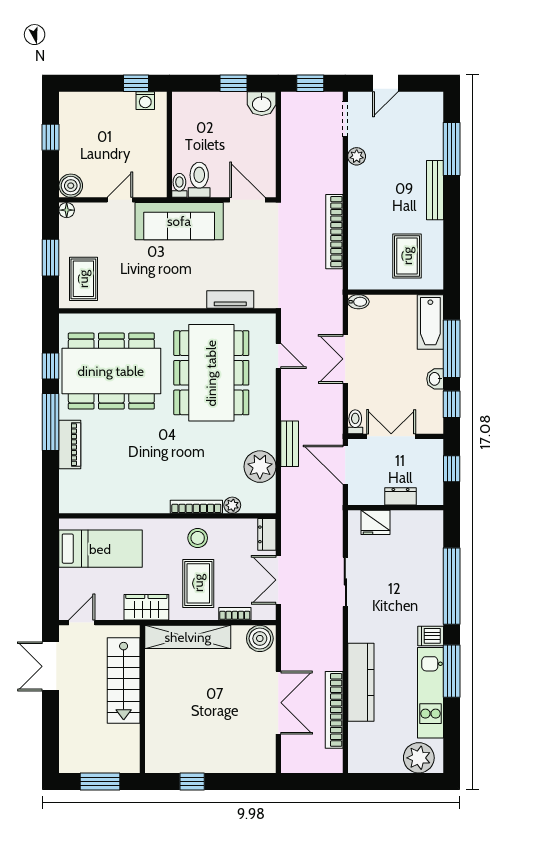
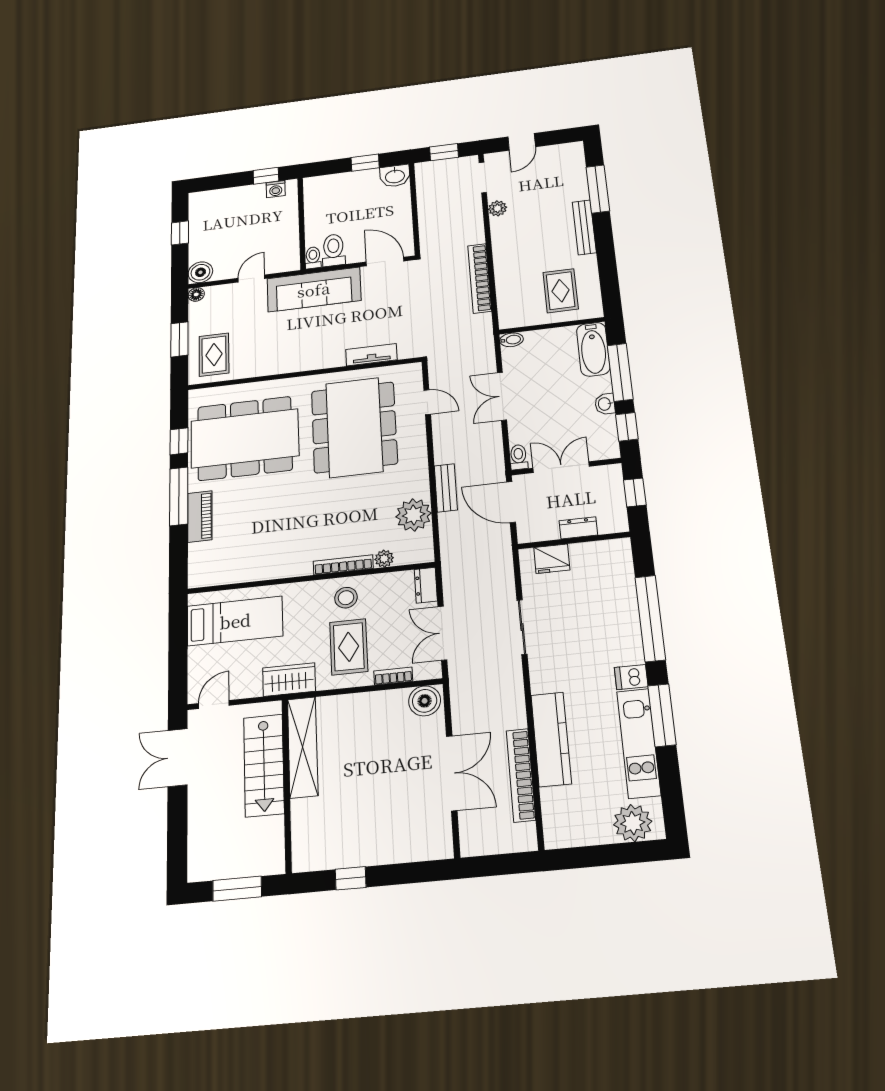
shelving: (188, 637) -> (303, 747), moved, turned 90

